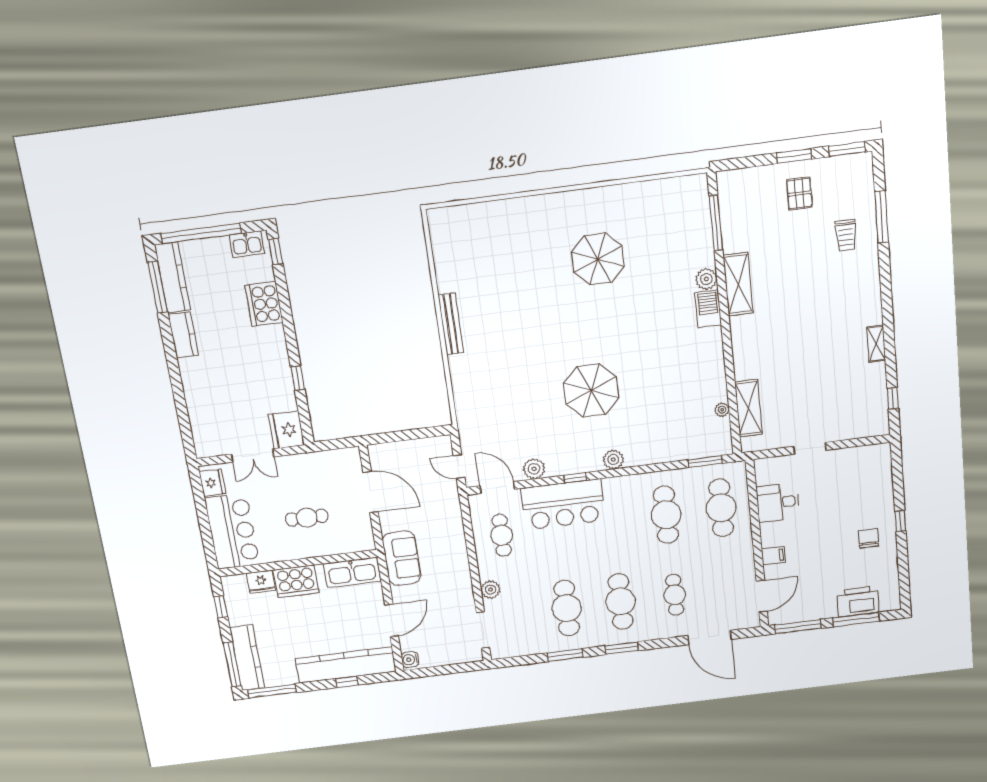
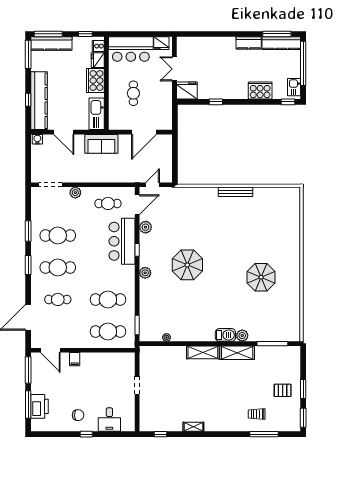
shelving: (748, 408) -> (203, 352), moved
desk: (778, 502) -> (109, 420), moved, turned 180
cooker: (237, 584) -> (98, 46), added

